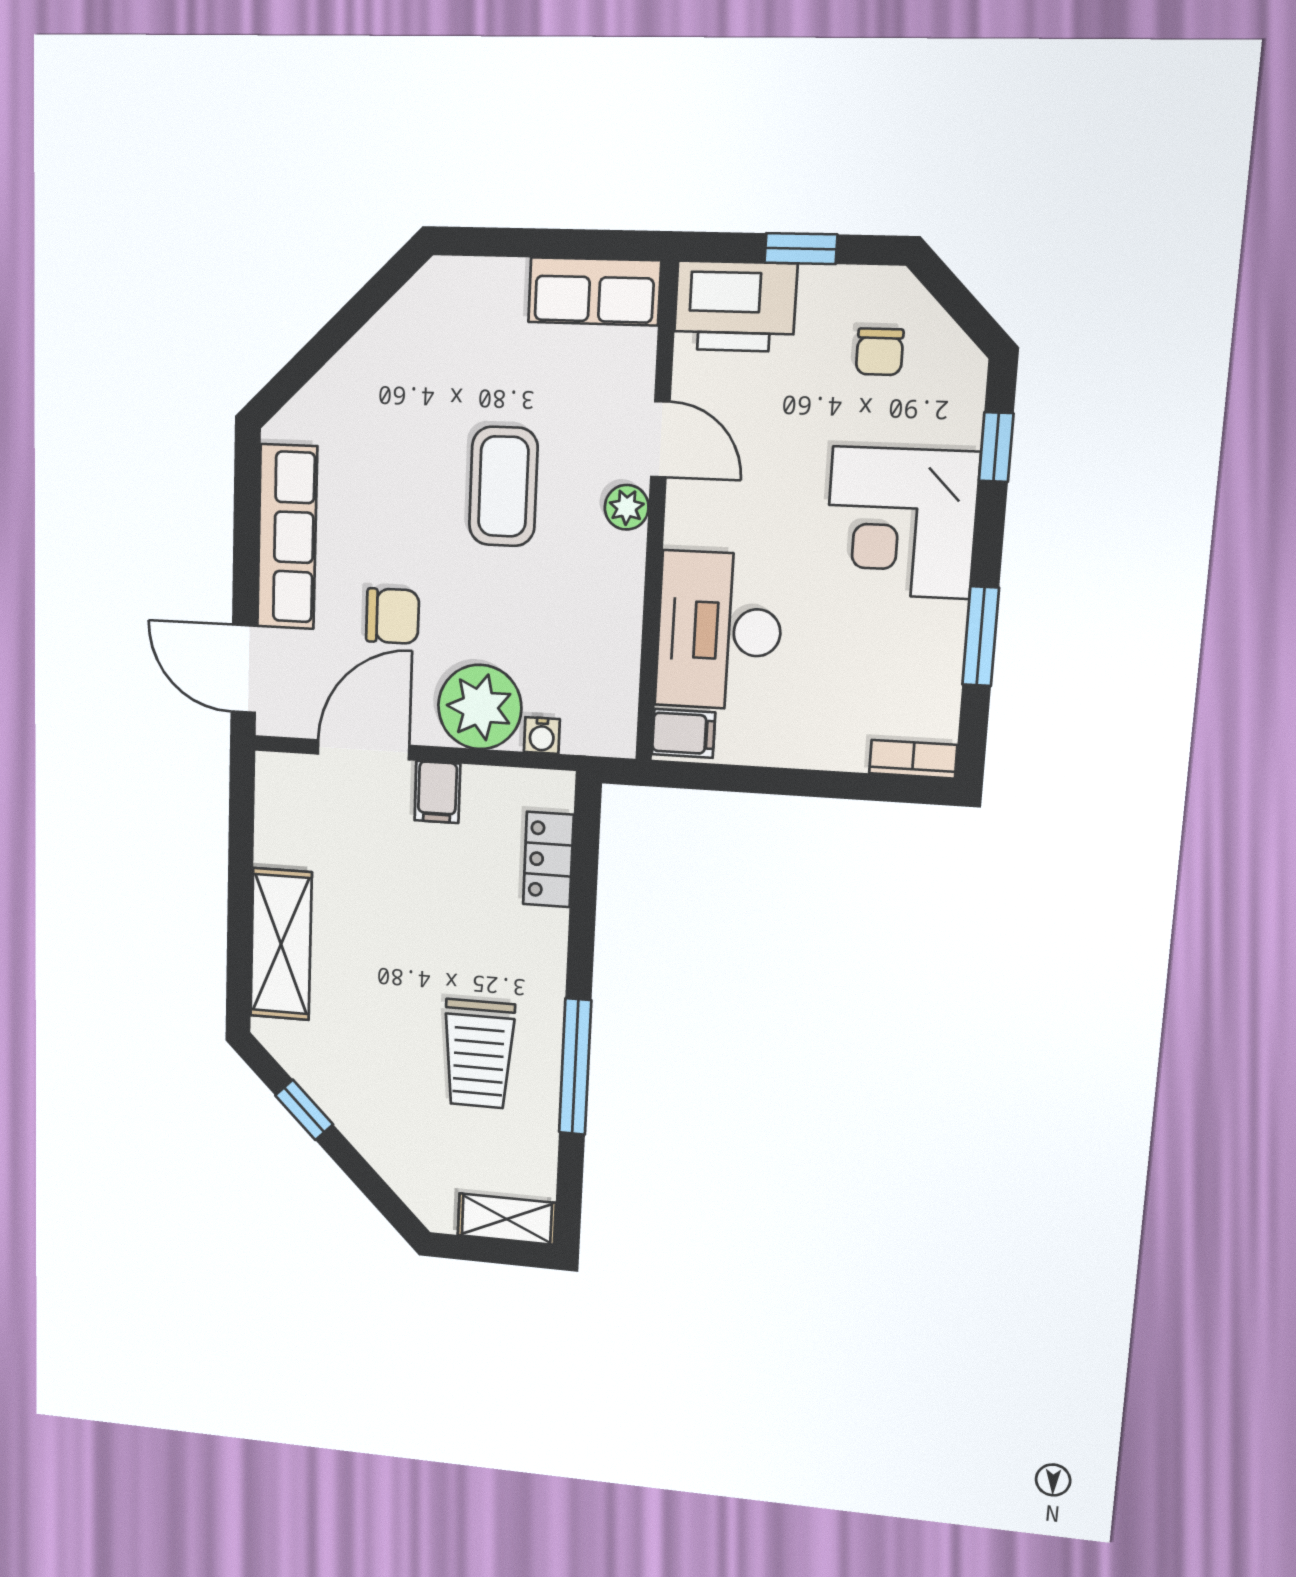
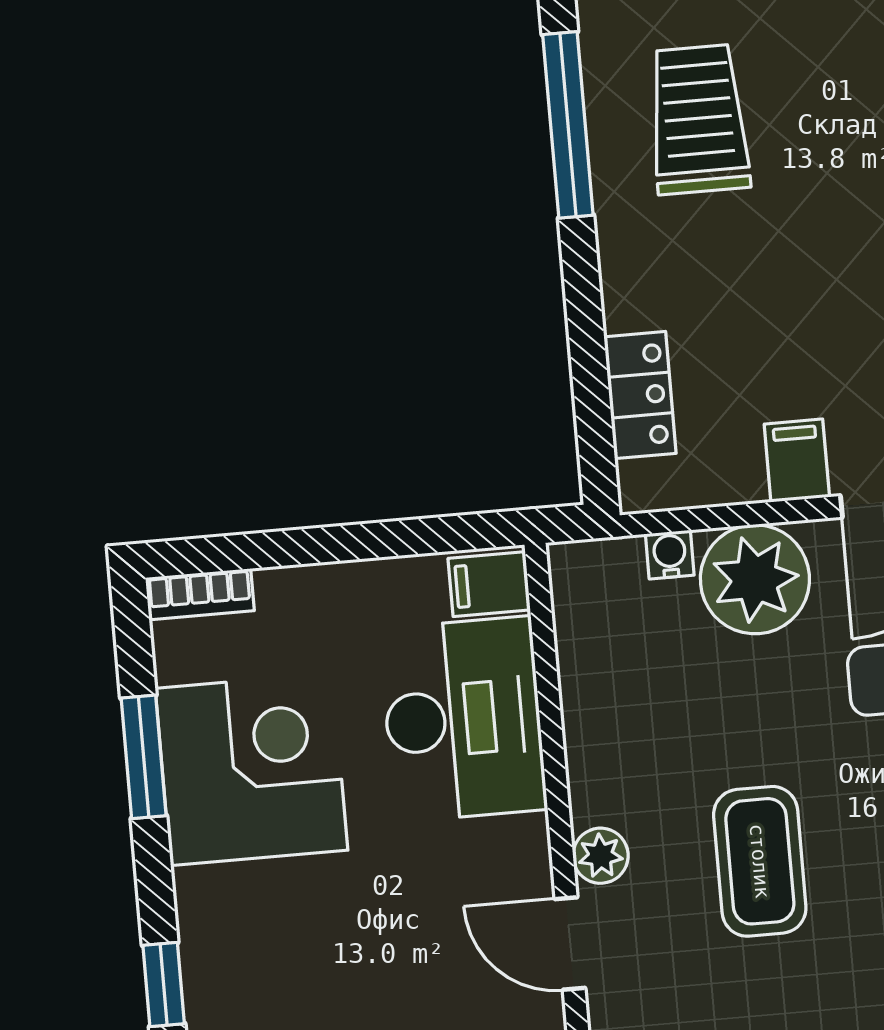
corner desk: (901, 523) -> (251, 769), moved

